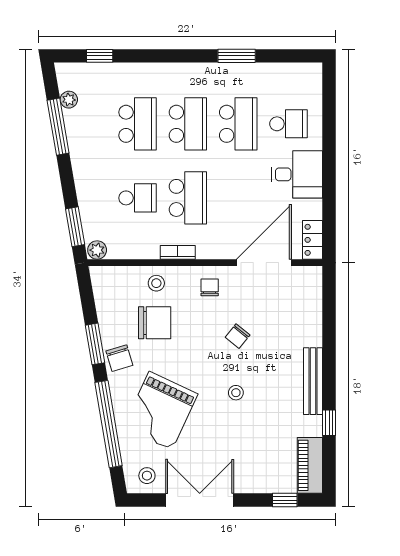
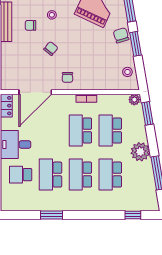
plant: (69, 100) -> (140, 152), moved, width x1.88, depth x1.88
school desk: (138, 198) -> (110, 131), width x1.85
stool: (156, 283) -> (127, 72), moved
chair: (155, 323) -> (31, 25), moved, width x0.54, depth x0.54

